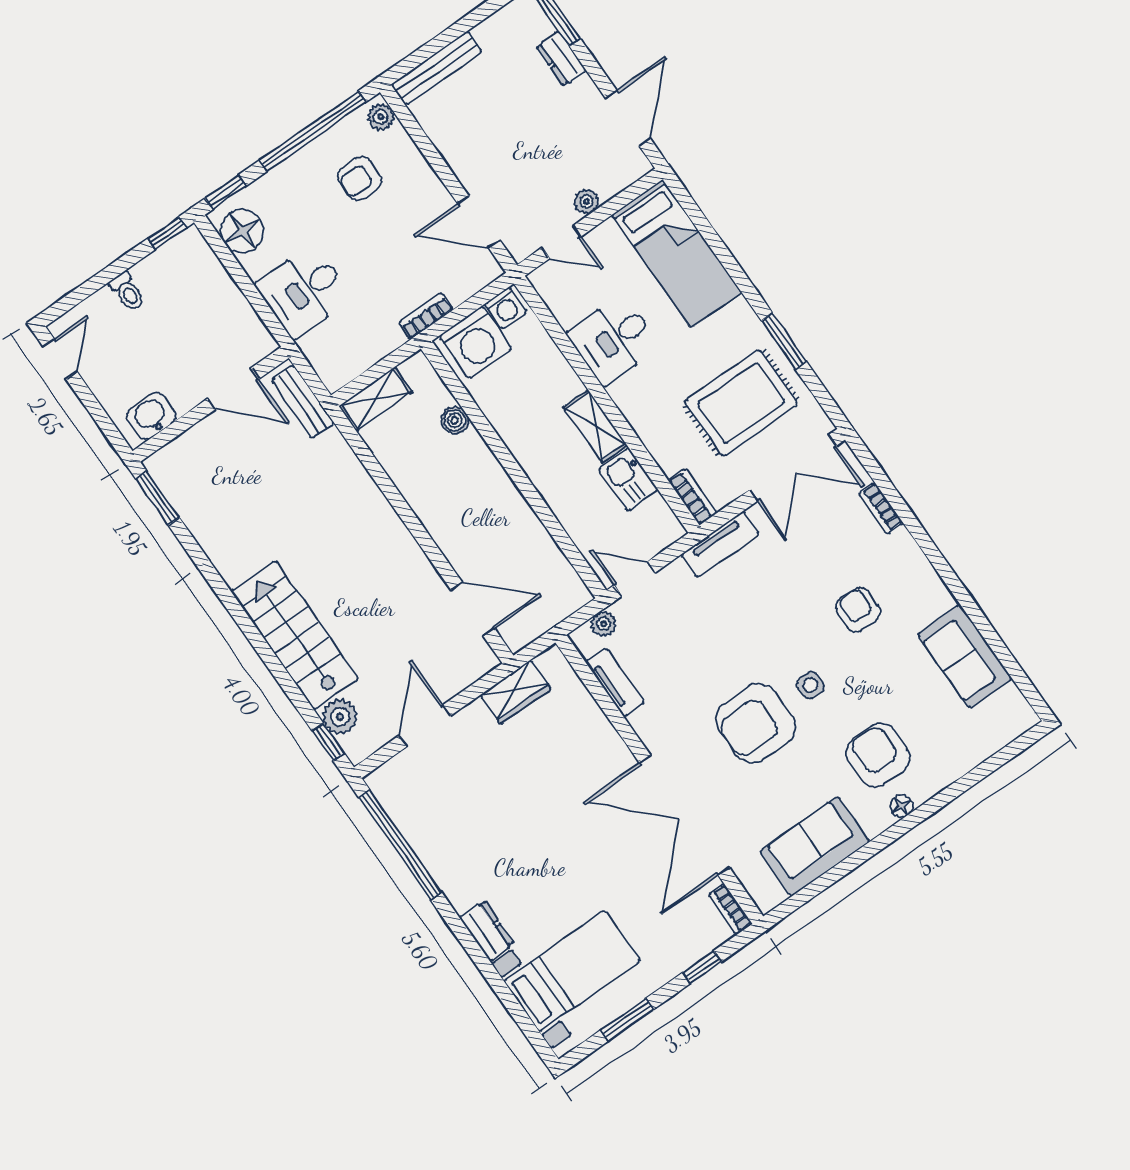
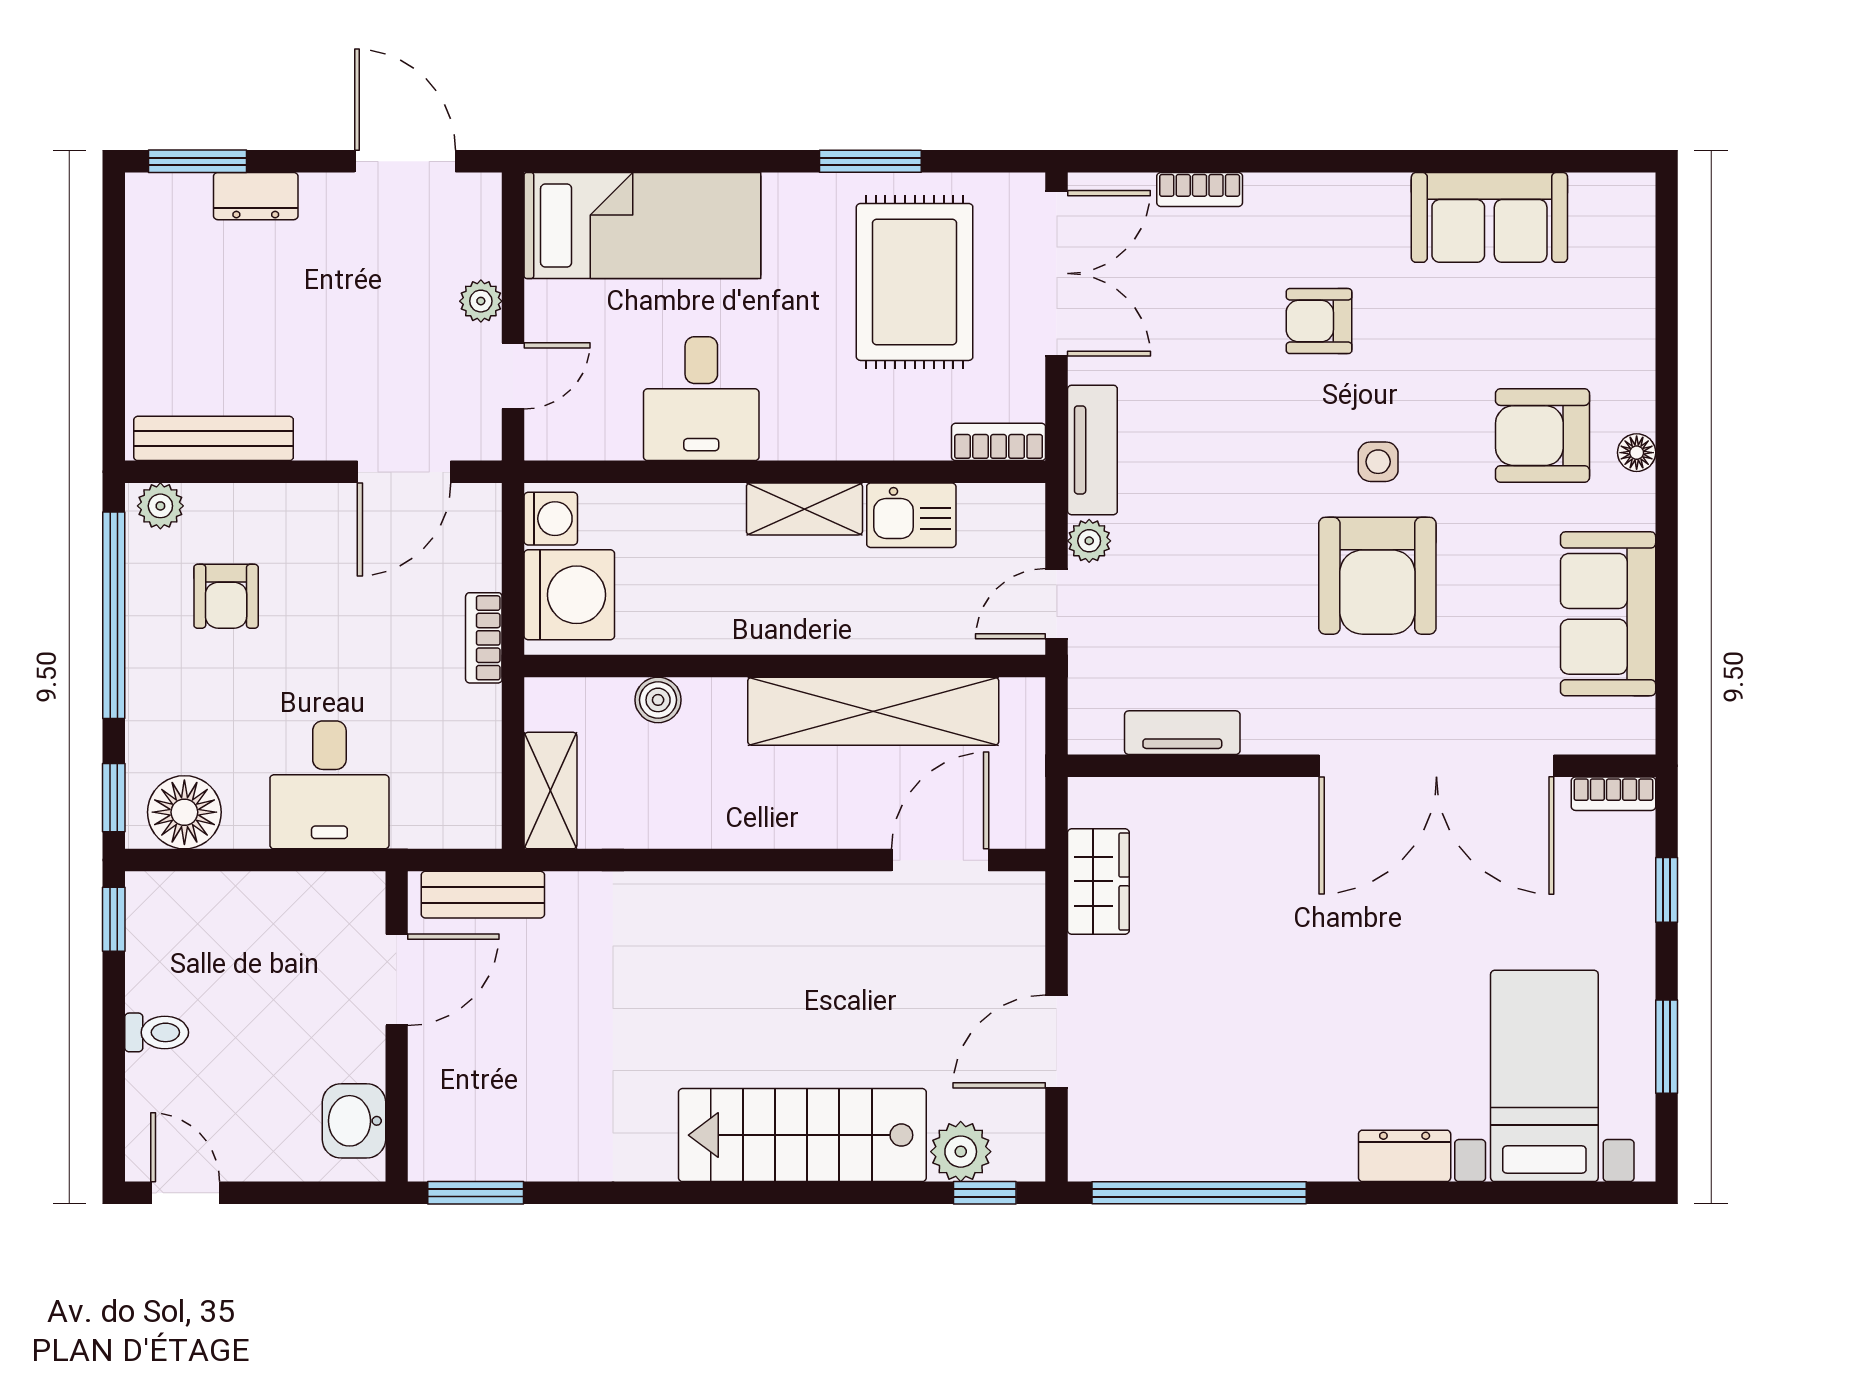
bench: (437, 68) -> (214, 438), moved, turned 90
shelving: (522, 527) -> (873, 711), added
plant: (603, 624) -> (1089, 541), moved
door: (425, 726) -> (1057, 1042), hinge flipped

